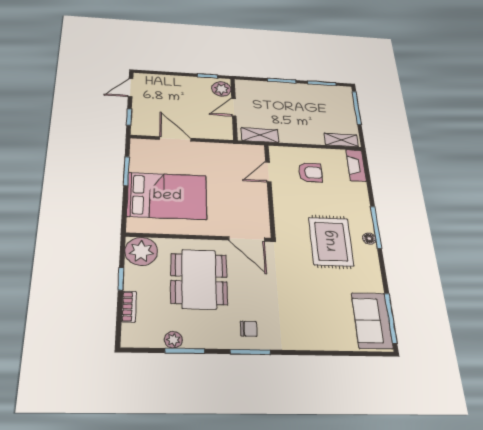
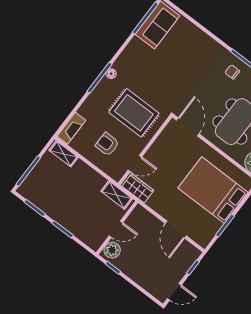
wardrobe: (245, 152) -> (138, 188), added
rug: (331, 241) -> (134, 113), moved, turned 90

